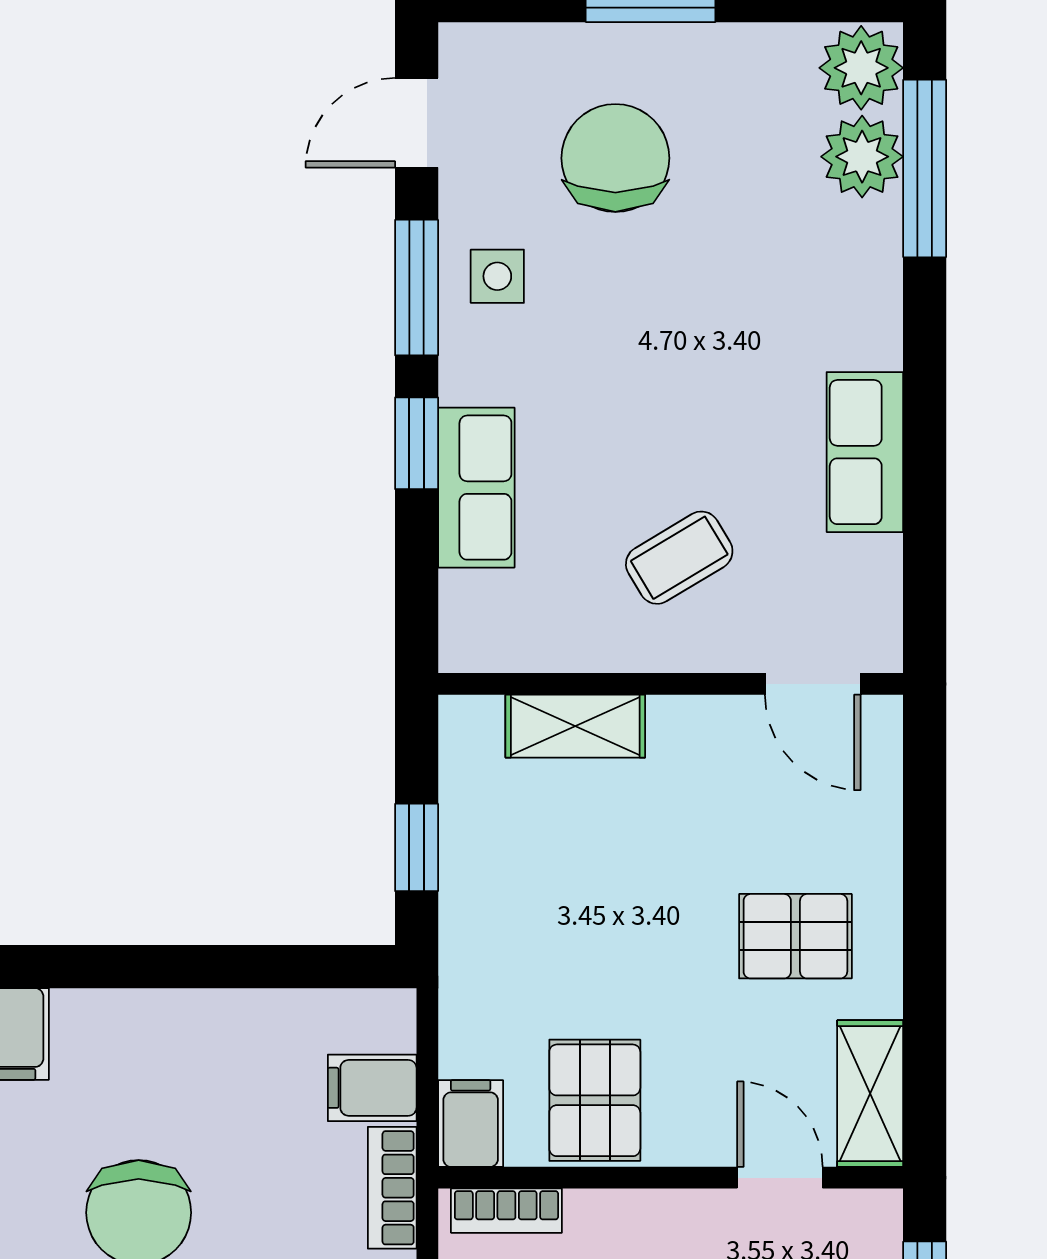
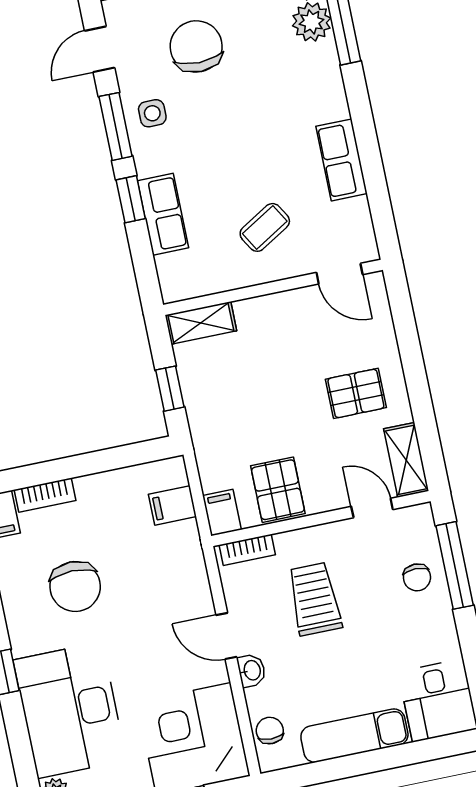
shelving: (575, 726) -> (201, 323), moved
bookcase: (392, 1188) -> (45, 495), moved, turned -90

